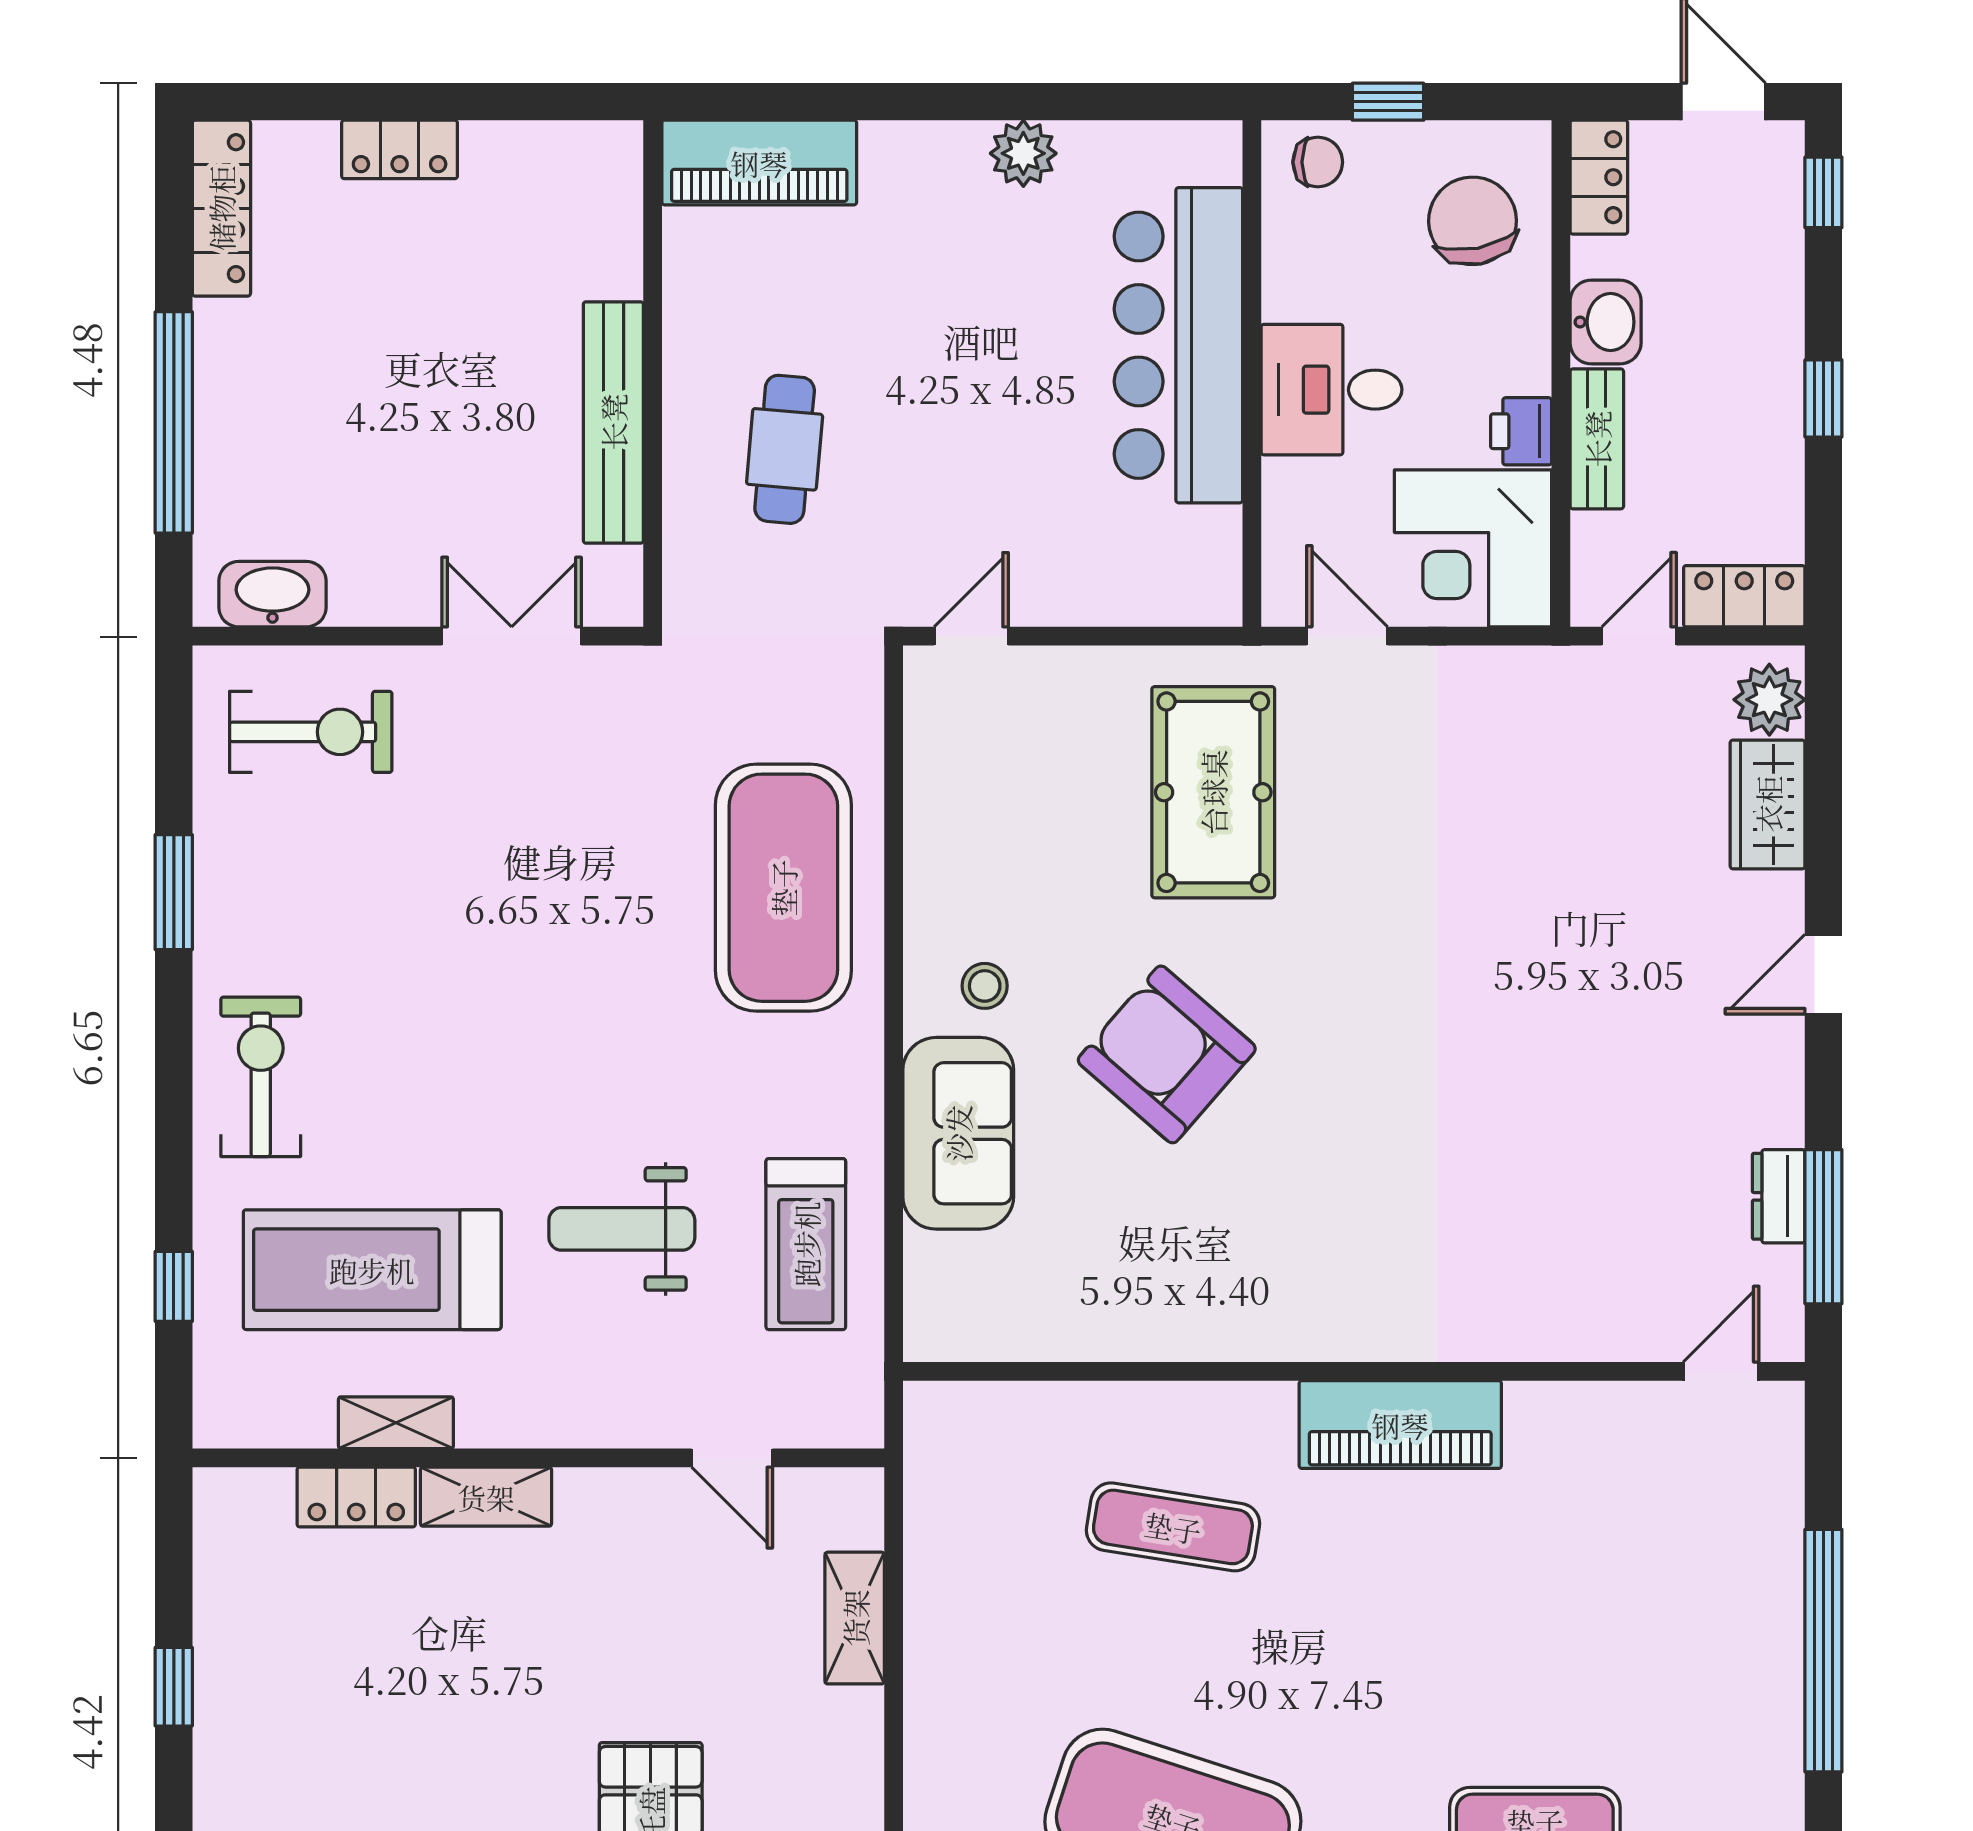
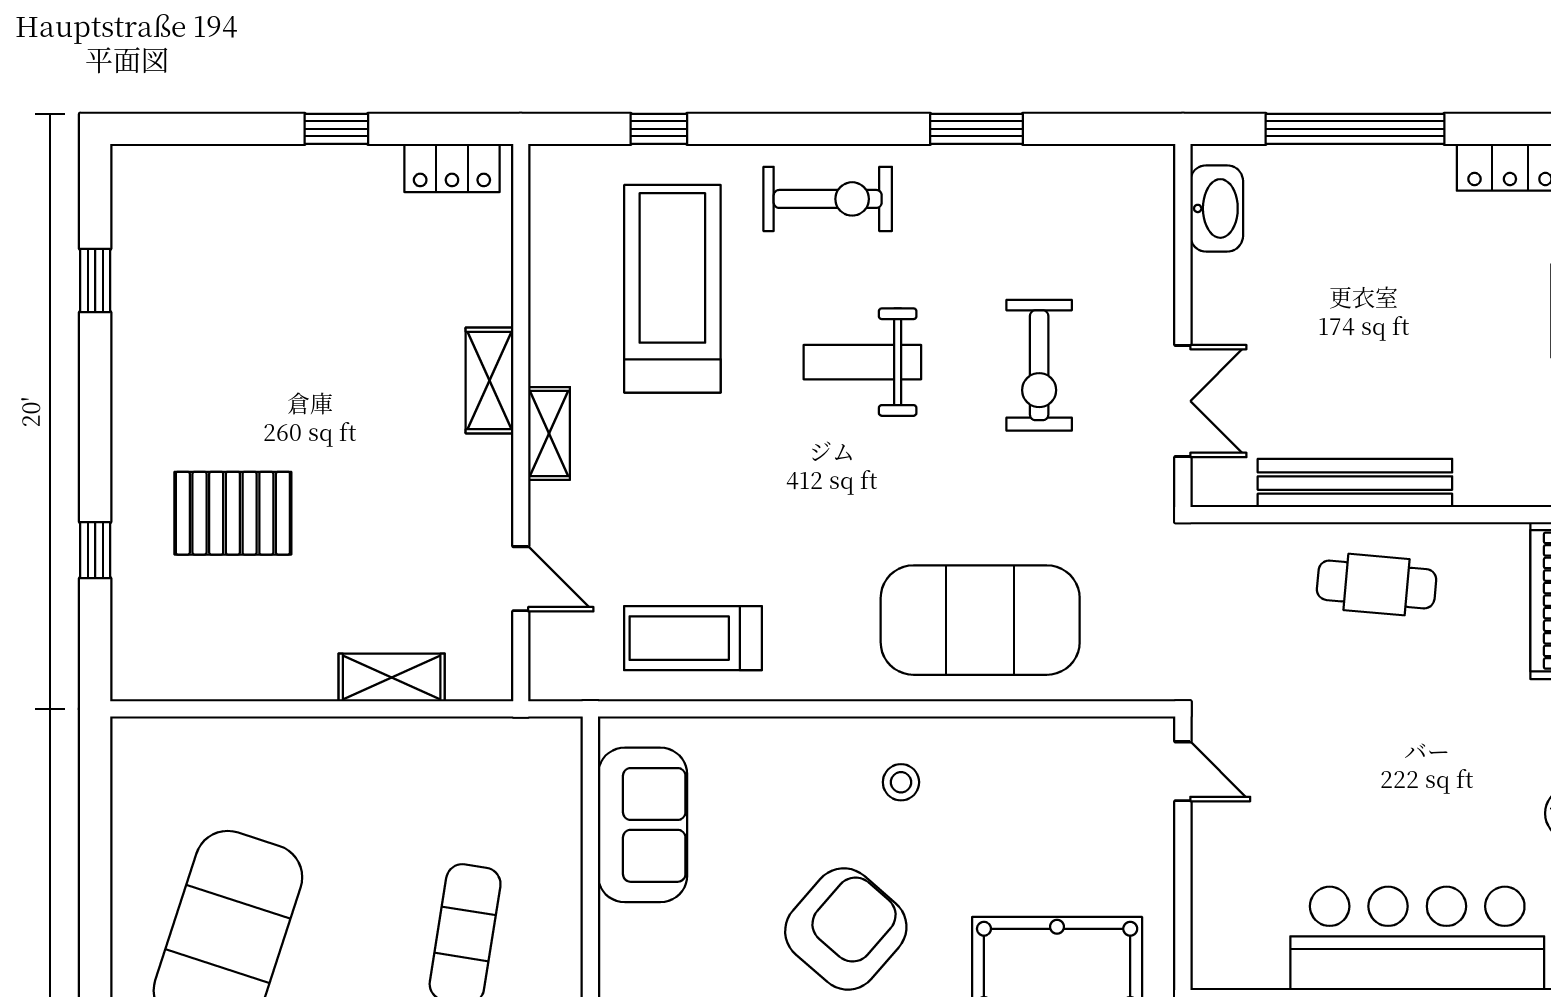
cafe table: (785, 449) -> (1377, 585), moved
exercise bike: (311, 732) -> (1039, 365), moved
sofa: (958, 1133) -> (643, 825), moved, turned -90
weight bench: (622, 1229) -> (862, 362), moved, turned -90
shelving: (396, 1423) -> (549, 433), moved
door: (732, 1458) -> (521, 579), swing flipped
locker: (356, 1497) -> (452, 168), moved, turned -90

